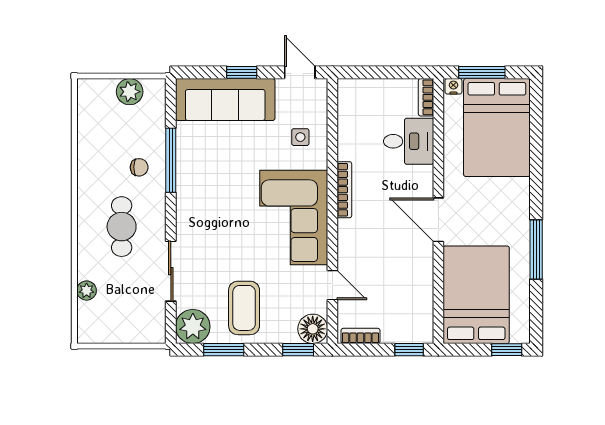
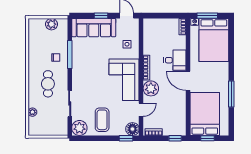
desk: (409, 141) -> (175, 60), moved
plant: (354, 237) -> (151, 88), added
door: (332, 285) -> (141, 110), hinge flipped
window: (224, 350) -> (93, 138), removed
window: (507, 350) -> (207, 138), moved

